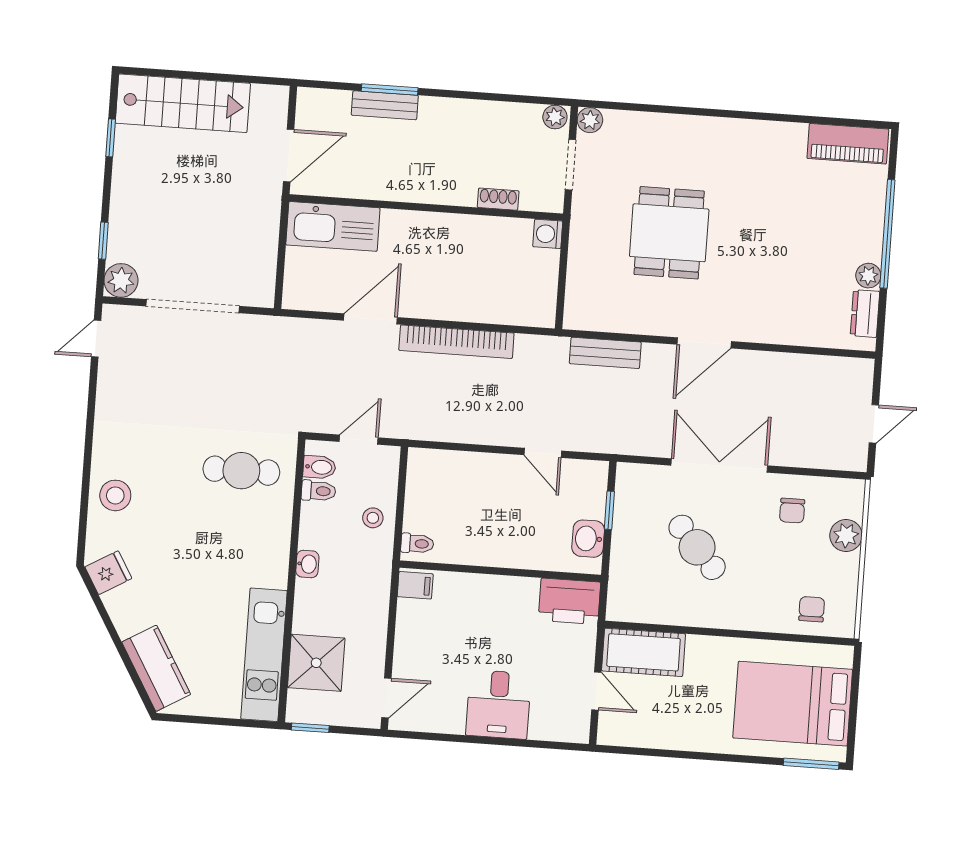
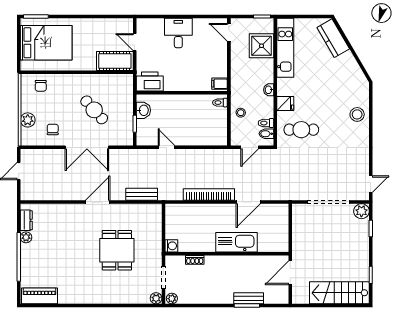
kitchen sink: (333, 226) -> (236, 242), moved
fridge: (108, 573) -> (285, 104), moved, turned -150
door: (386, 698) -> (229, 32), hinge flipped

